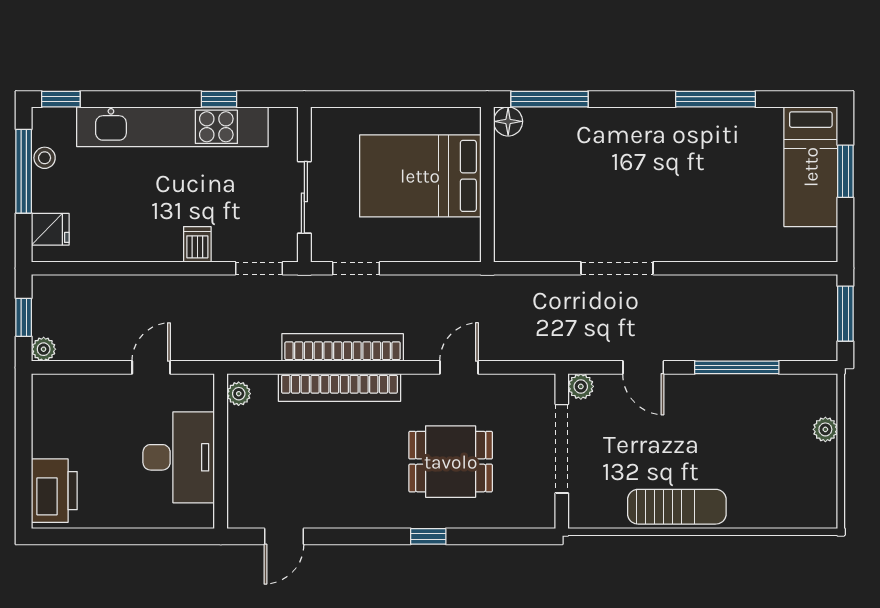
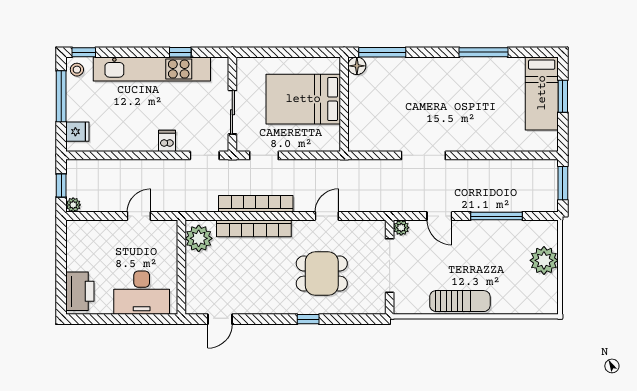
stool: (45, 158) -> (77, 70), moved
plant: (239, 394) -> (199, 238), width x1.88, depth x1.88
plant: (825, 429) -> (544, 260), width x1.87, depth x1.87
desk: (179, 457) -> (142, 293), moved, turned 90

